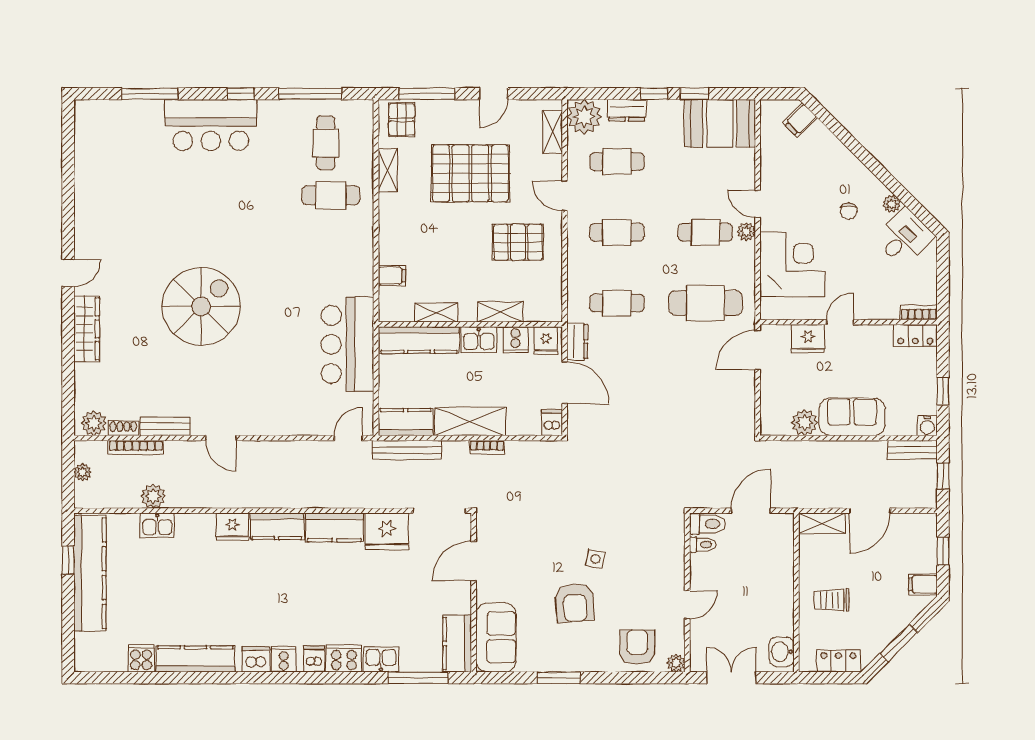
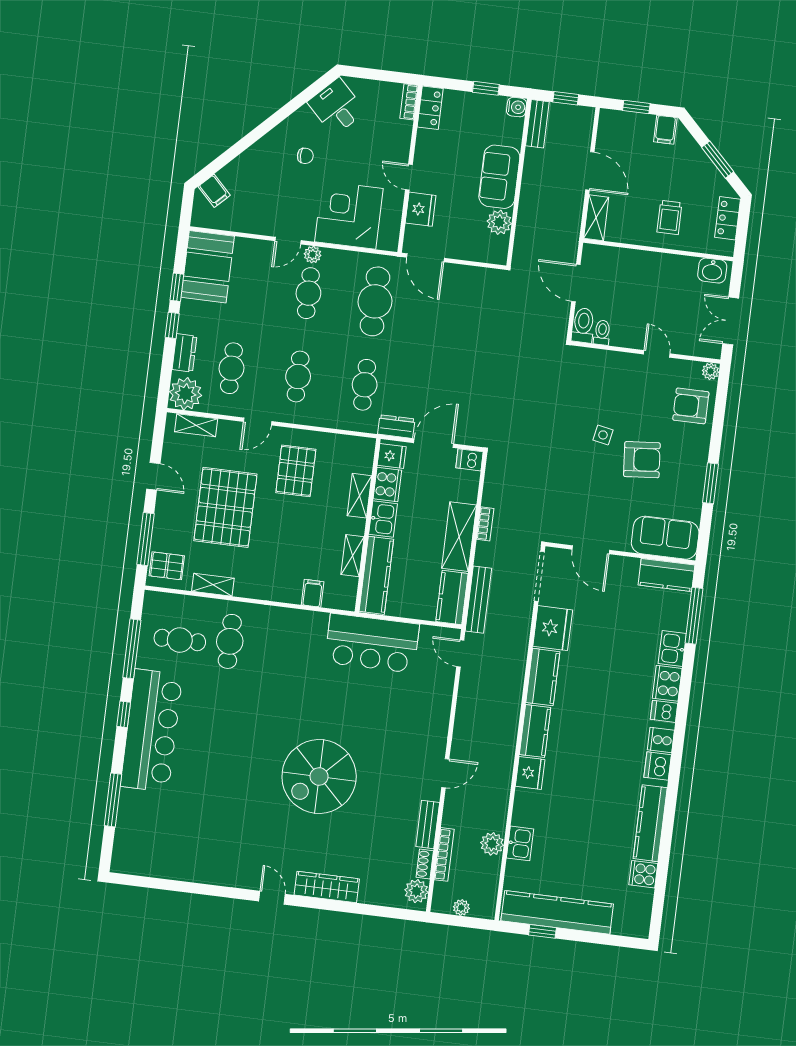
bar counter: (211, 125) -> (151, 730), width x1.36
plant: (892, 204) -> (304, 115), removed
spiral stairs: (201, 306) -> (319, 777), turned -90
cooker: (515, 340) -> (387, 485), width x1.36

